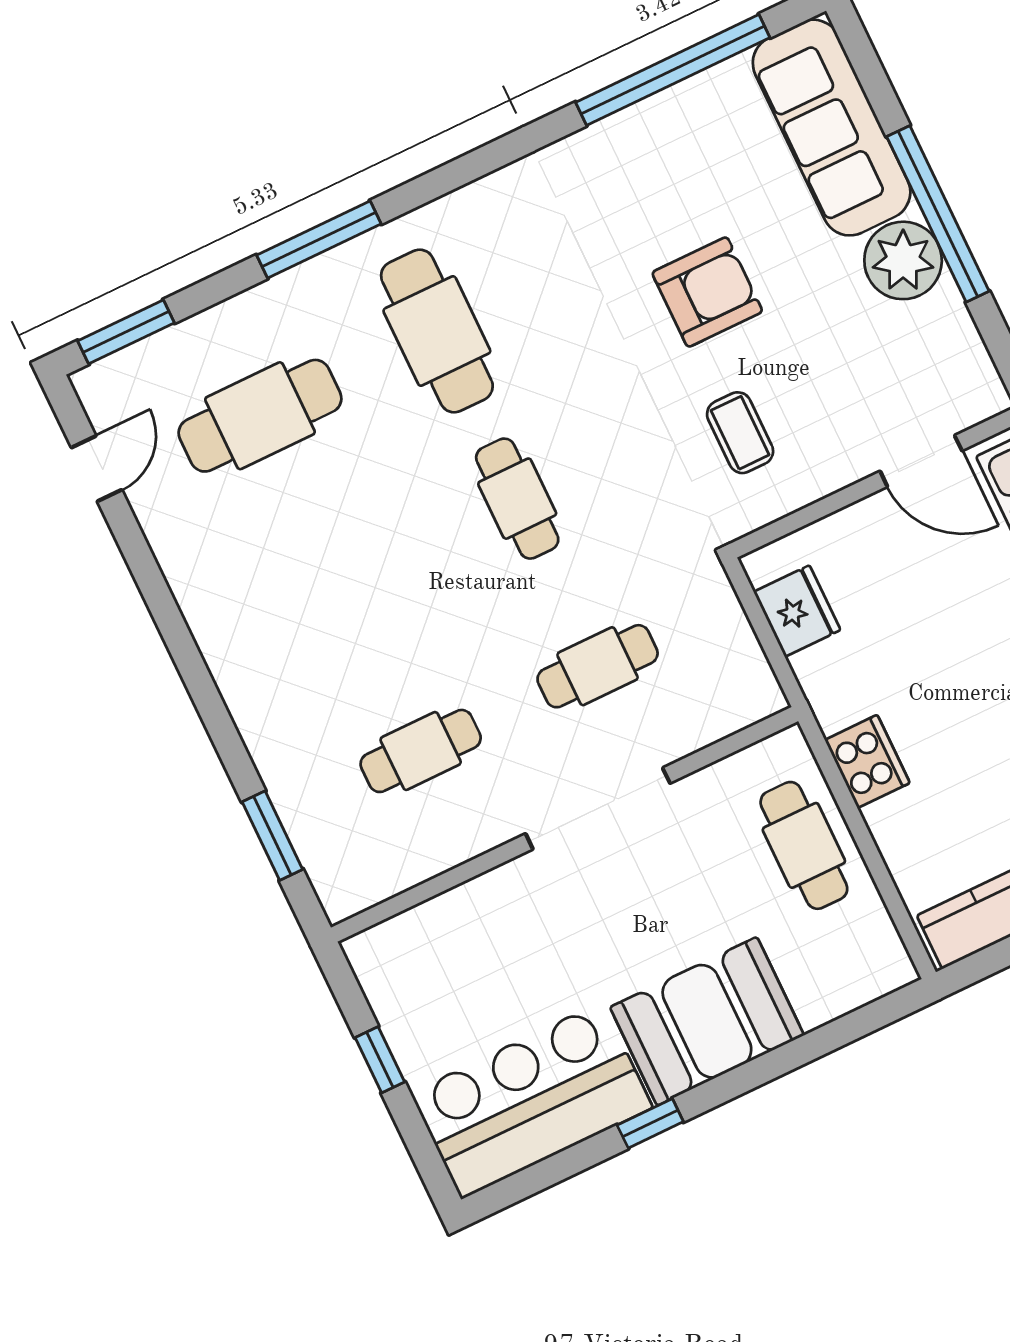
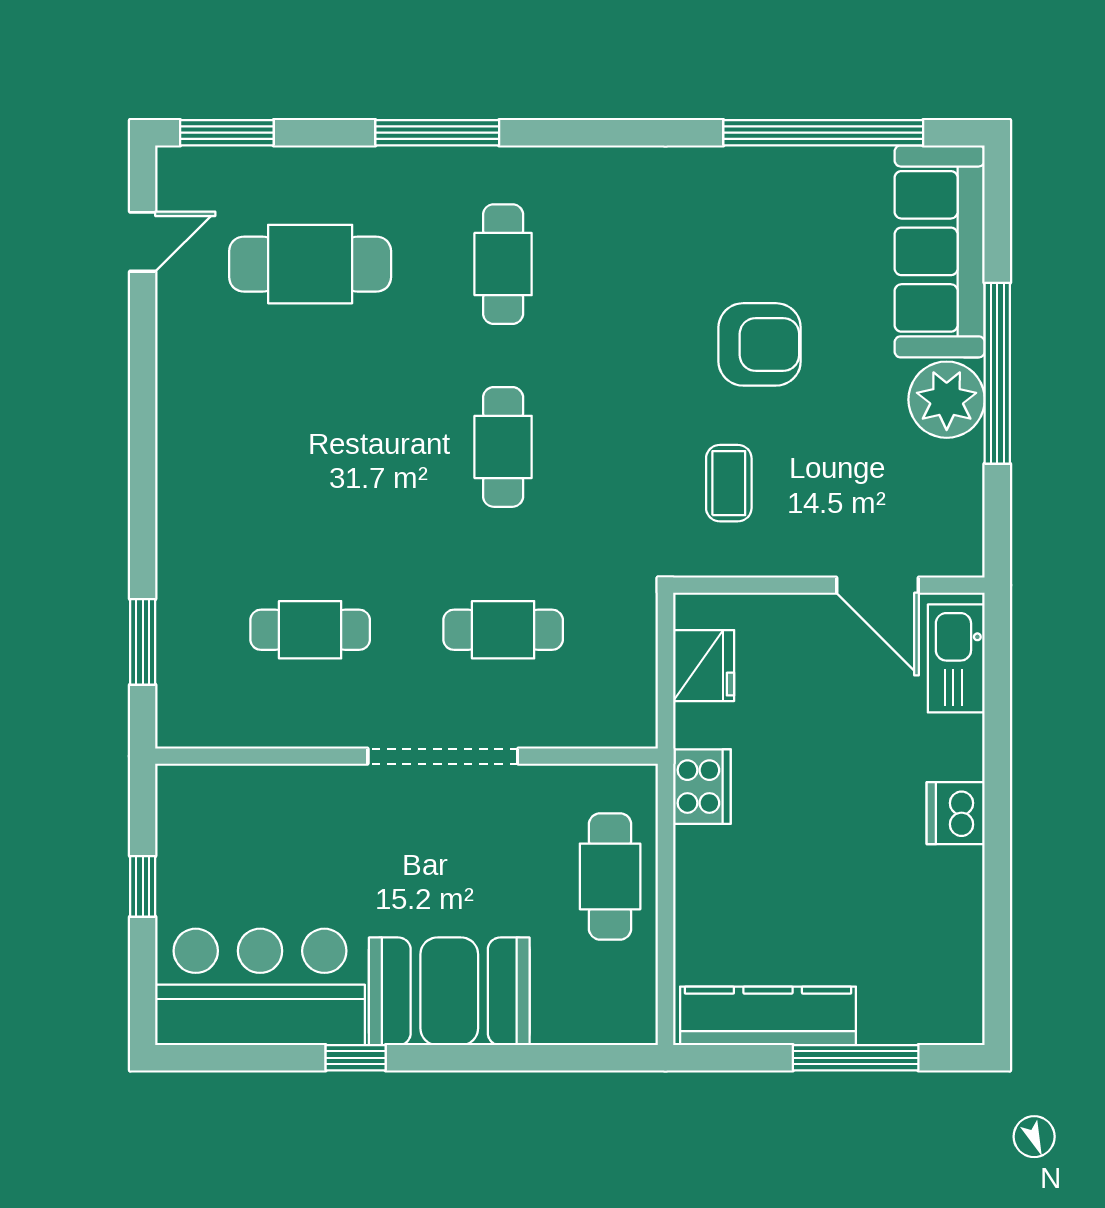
cafe table: (437, 331) -> (503, 264), width x0.73, depth x0.74
cooker: (867, 761) -> (702, 787), moved

